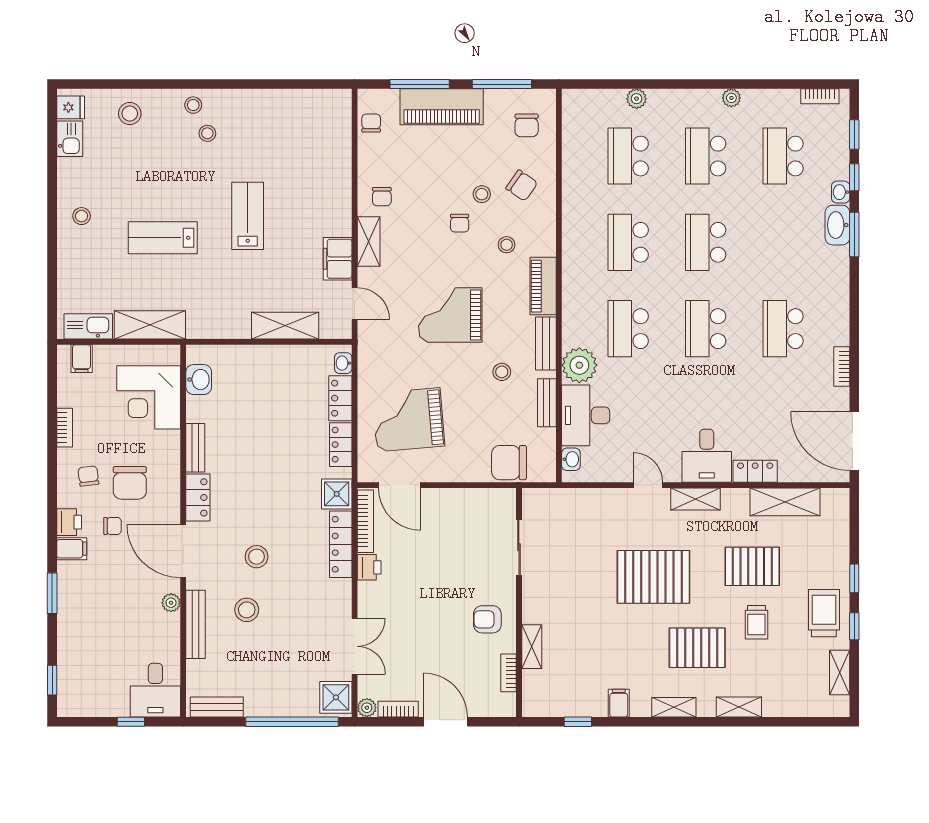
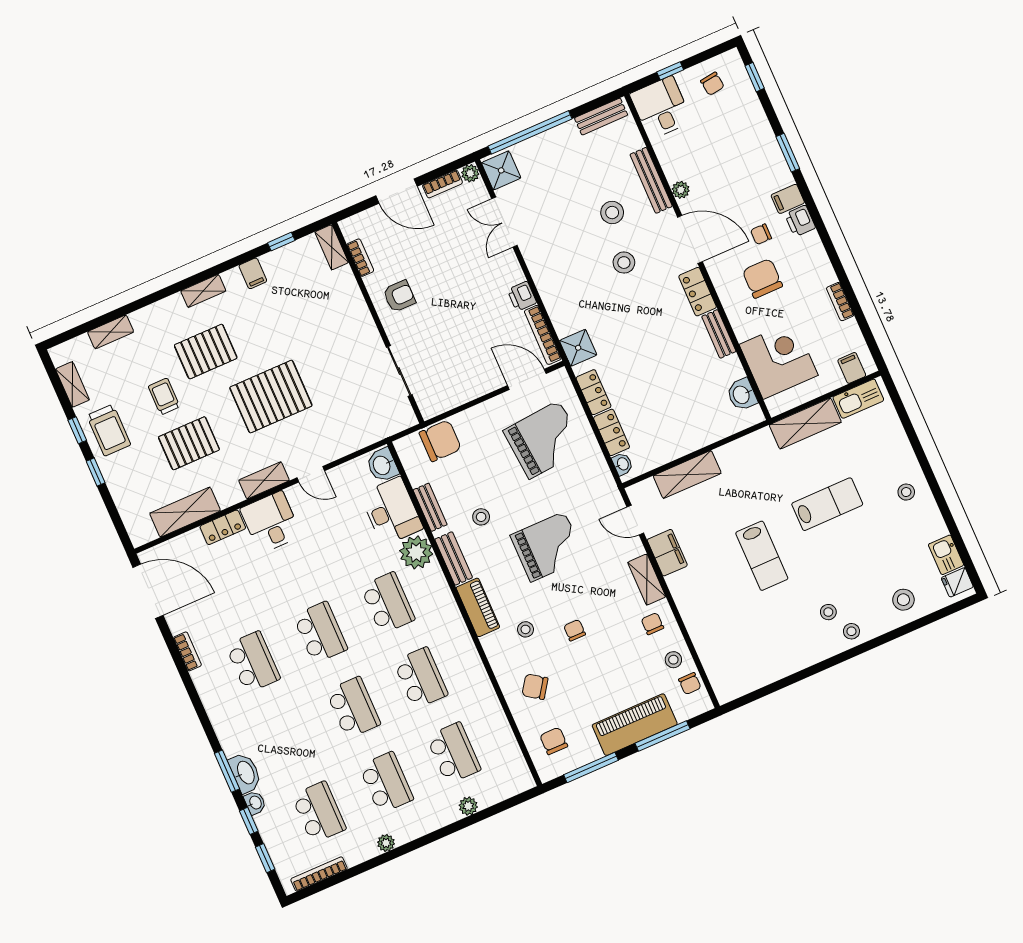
bookcase: (820, 96) -> (319, 874), width x1.56
stool: (482, 194) -> (673, 660), moved
washbasin: (571, 459) -> (382, 465), width x1.38, depth x1.45
chair: (88, 476) -> (712, 84), moved
locker: (341, 544) -> (555, 305), removed
shelving: (532, 647) -> (332, 247), moved
shelving: (739, 707) -> (111, 332), moved

